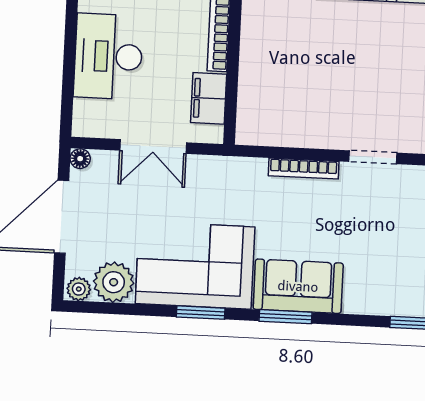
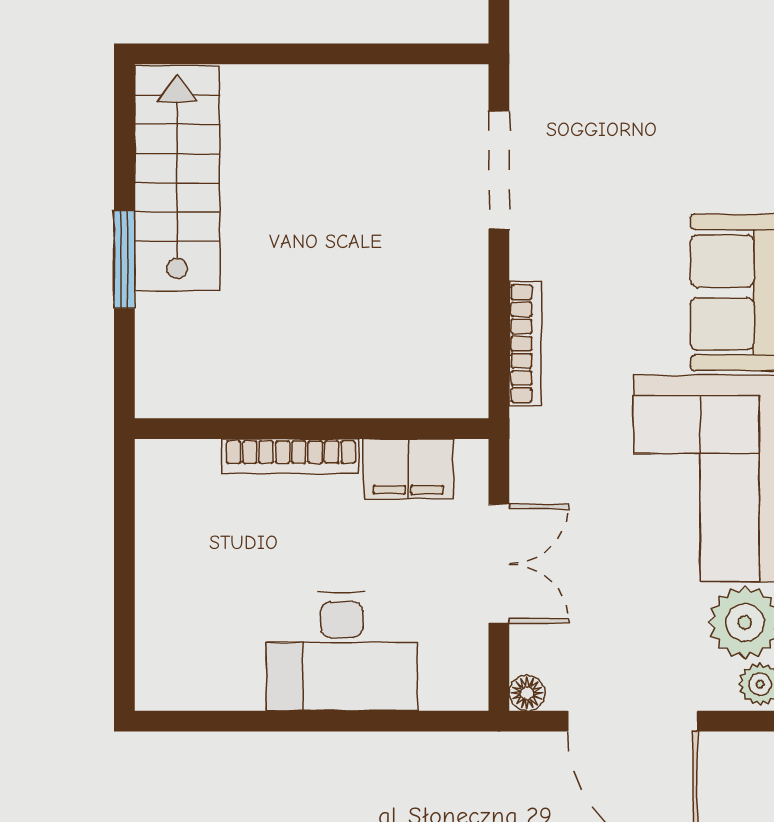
doorway: (373, 157) -> (499, 170), width x1.38
bookcase: (304, 169) -> (525, 344), moved

